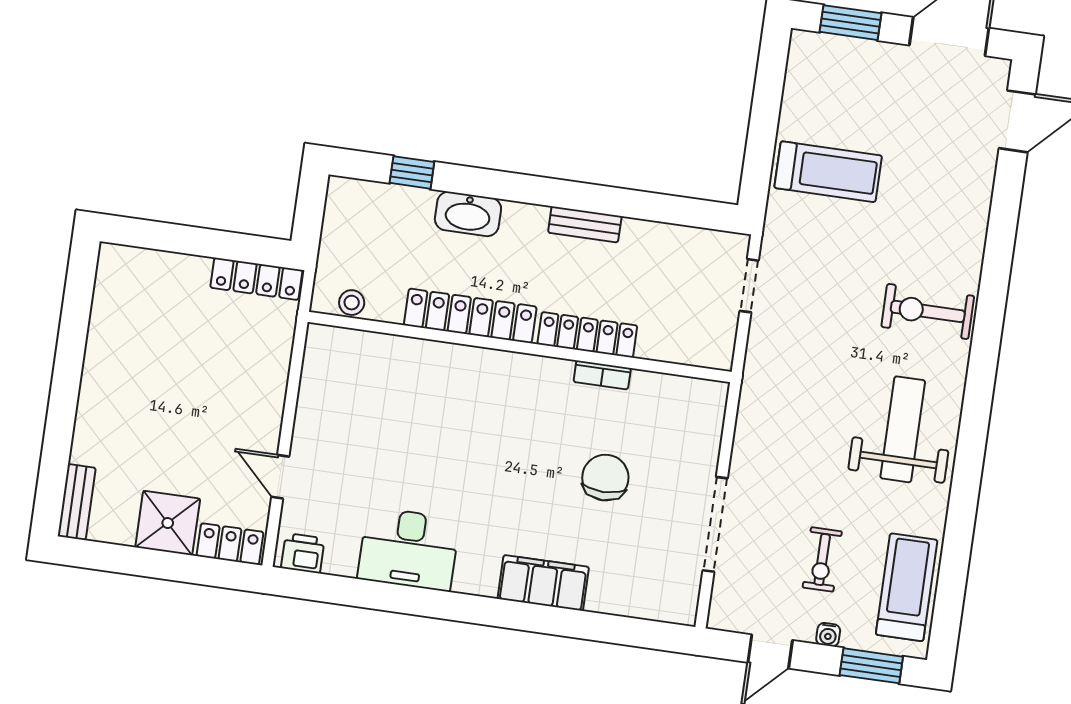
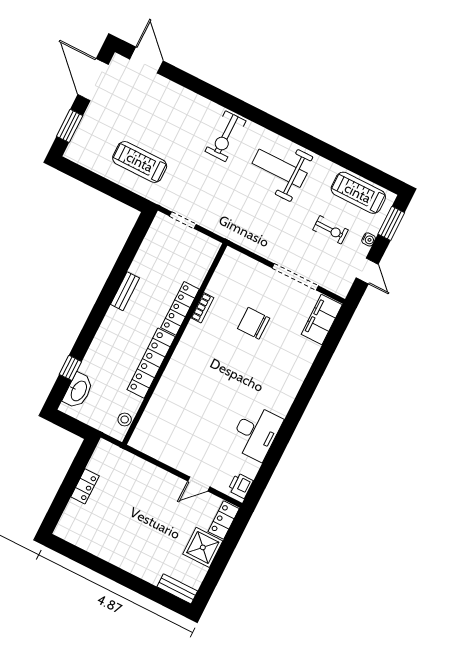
treadmill: (828, 172) -> (140, 162), turned -90
washbasin: (468, 214) -> (78, 391), moved
locker: (256, 279) -> (85, 486), moved, width x0.66
filing cabinet: (543, 583) -> (322, 319), moved

